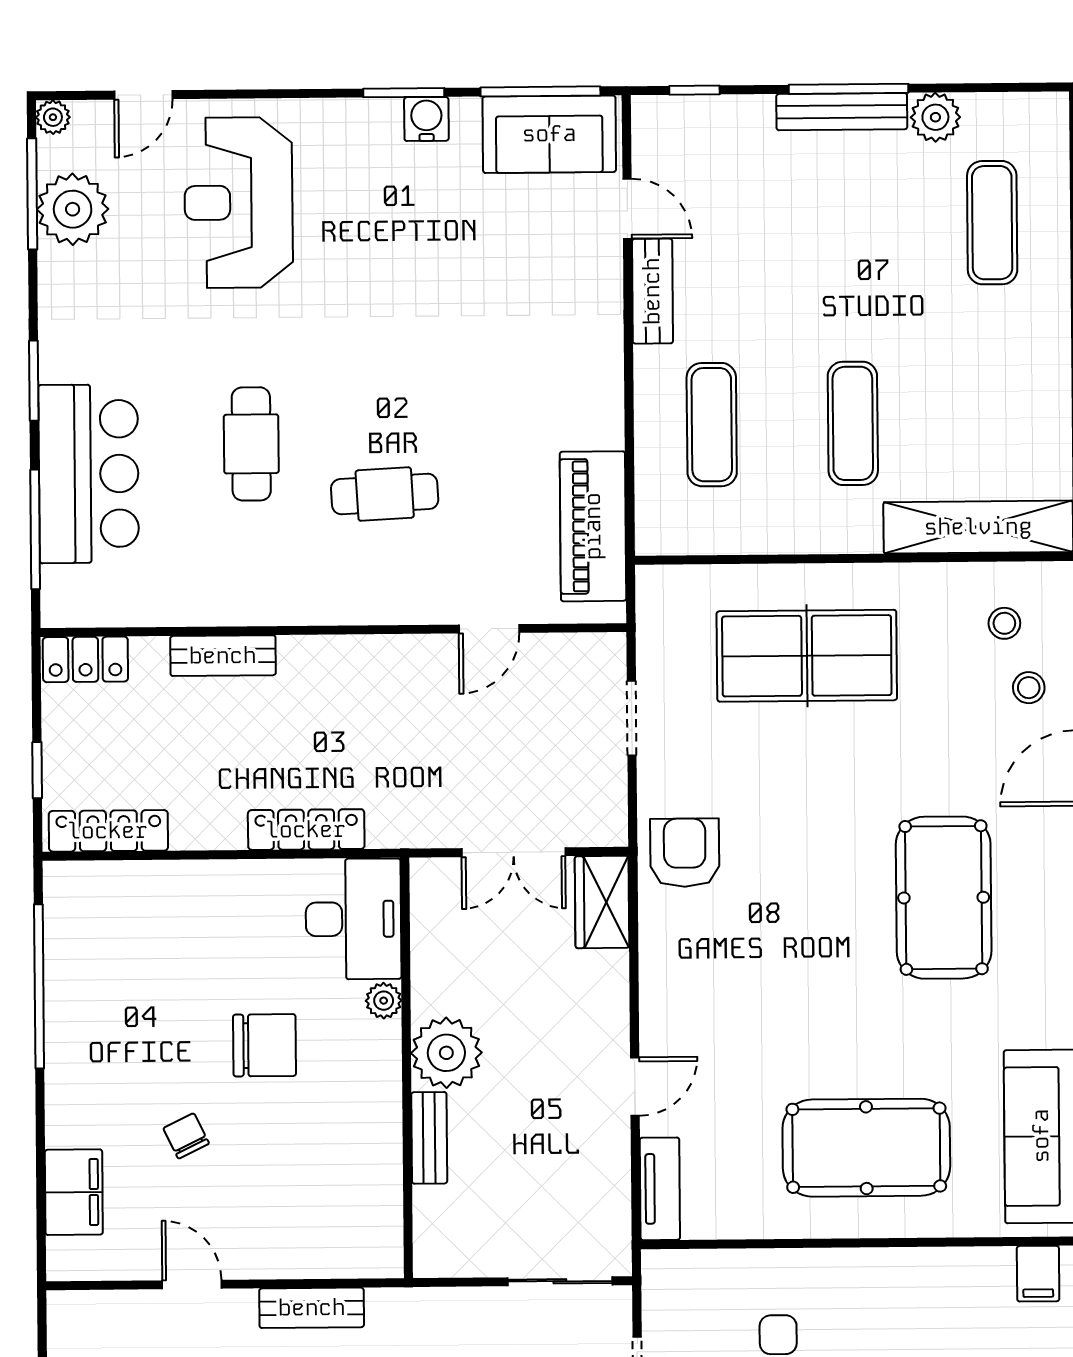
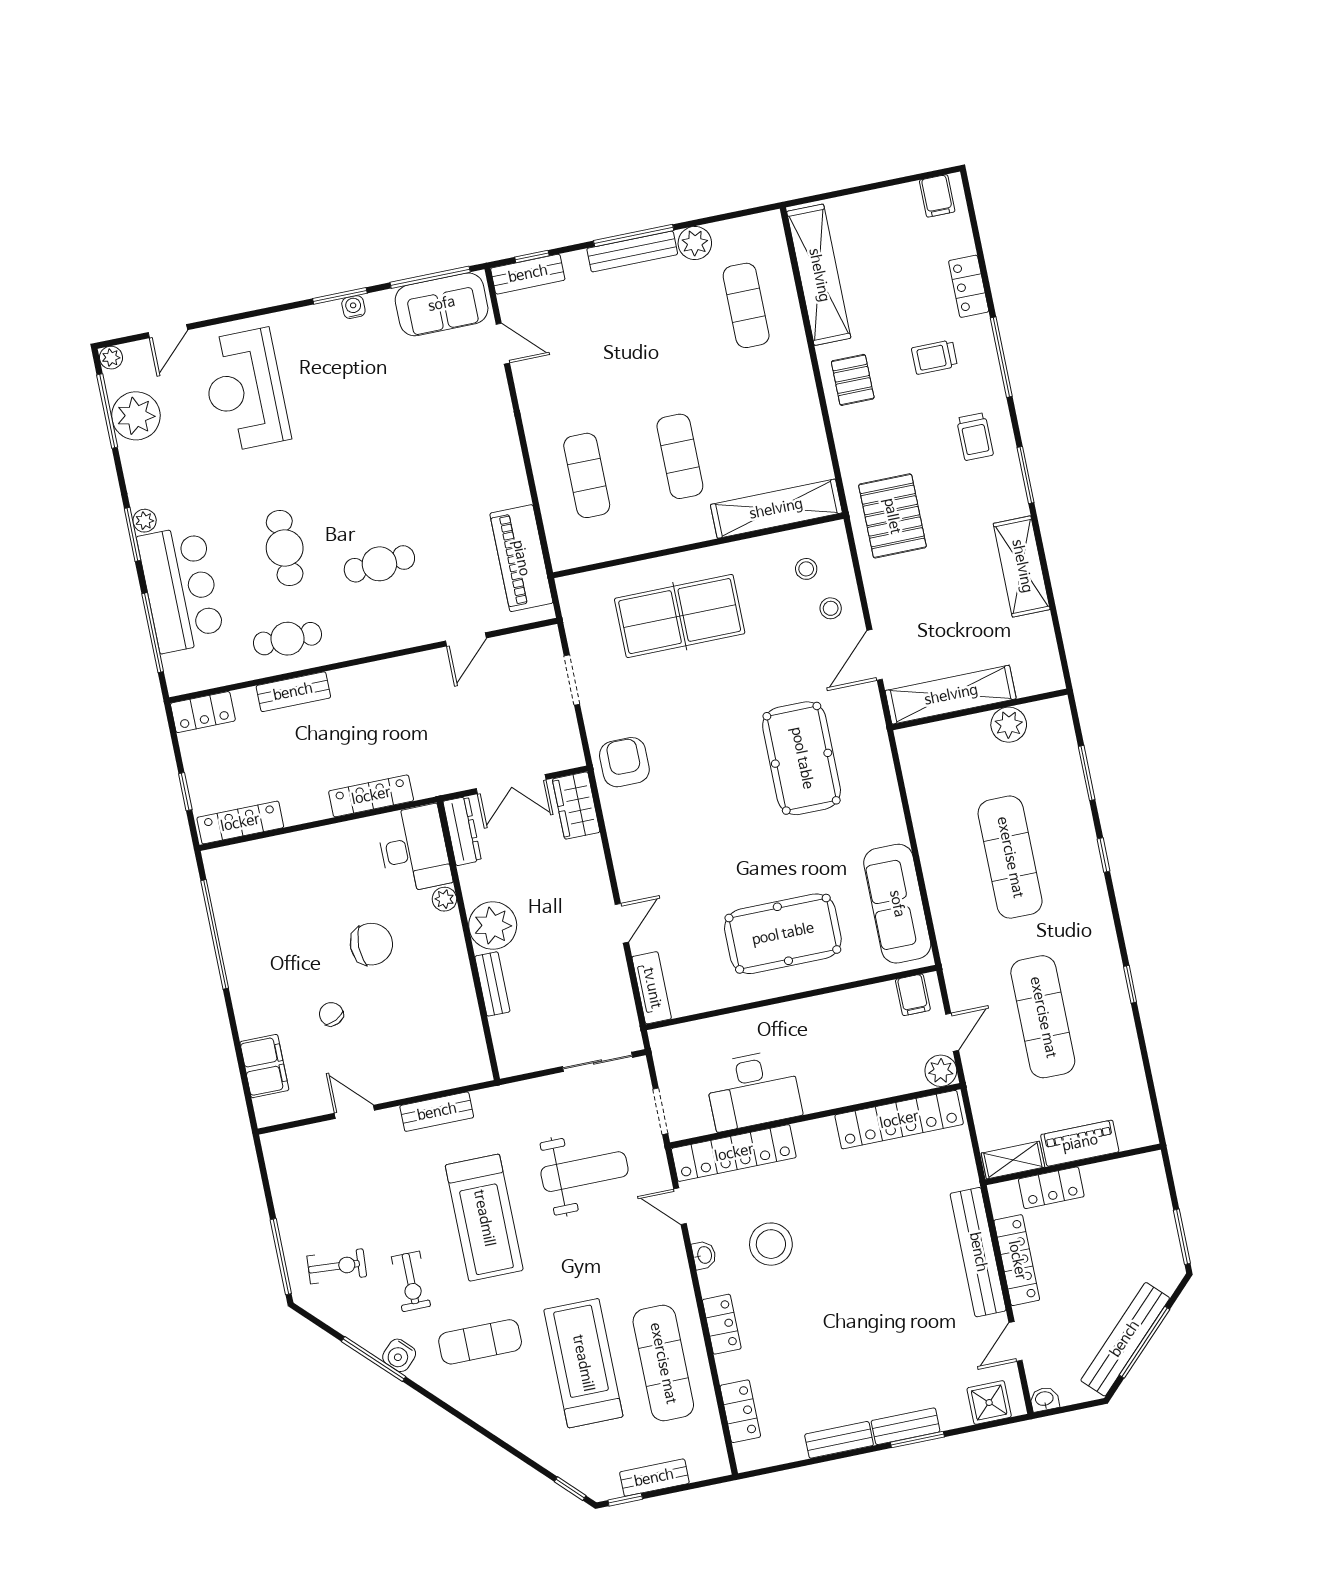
water cooler: (426, 119) -> (353, 307), width x0.72, depth x0.72
bench: (652, 291) -> (528, 274), moved, turned 90
plant: (55, 364) -> (145, 521), added
cafe table: (230, 577) -> (287, 639), added
dresser: (429, 907) -> (462, 831), added

